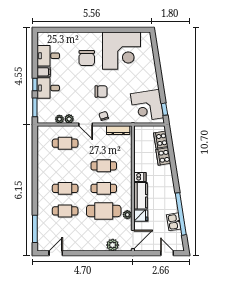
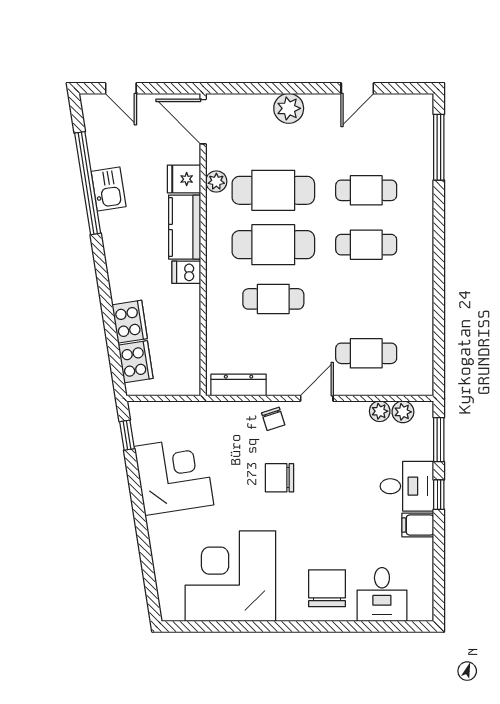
desk: (48, 56) -> (382, 594), moved, turned 90
chair: (87, 58) -> (327, 588), moved
corner desk: (147, 106) -> (174, 476), moved
plant: (69, 119) -> (403, 412), moved
door: (86, 124) -> (317, 398), hinge flipped
cafe table: (104, 188) -> (273, 245), width x1.37, depth x1.35
kitchen sink: (174, 222) -> (109, 189), moved
door: (133, 240) -> (203, 122), hinge flipped
plant: (113, 245) -> (289, 108), moved
door: (56, 253) -> (357, 88), moved

